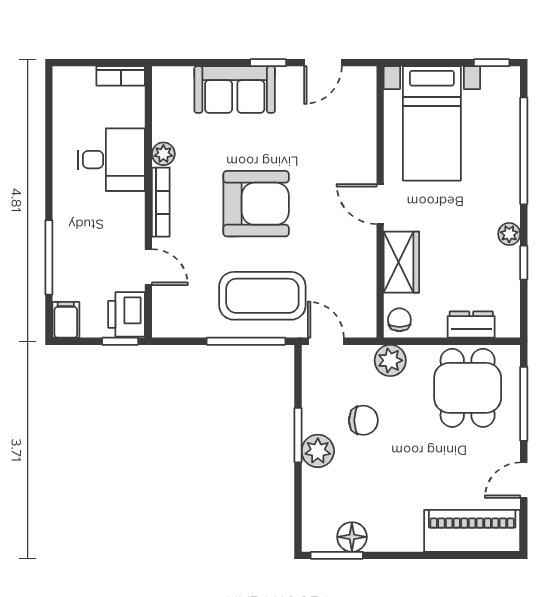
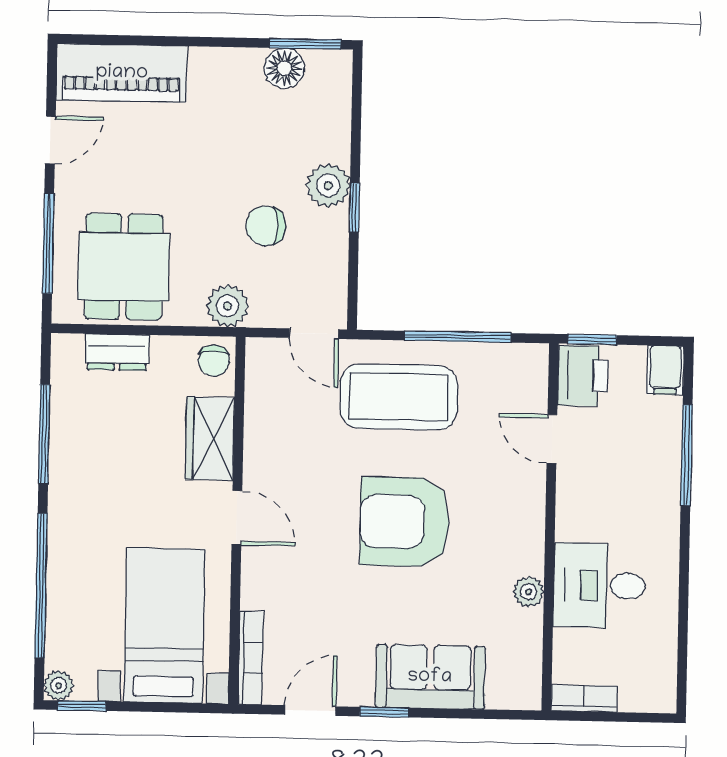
bookcase: (161, 202) -> (251, 658), moved, turned 180
plant: (509, 234) -> (59, 686), moved
window: (524, 263) -> (44, 434), width x2.17
window: (246, 341) -> (458, 337), moved
window: (298, 435) -> (354, 208), width x0.67

